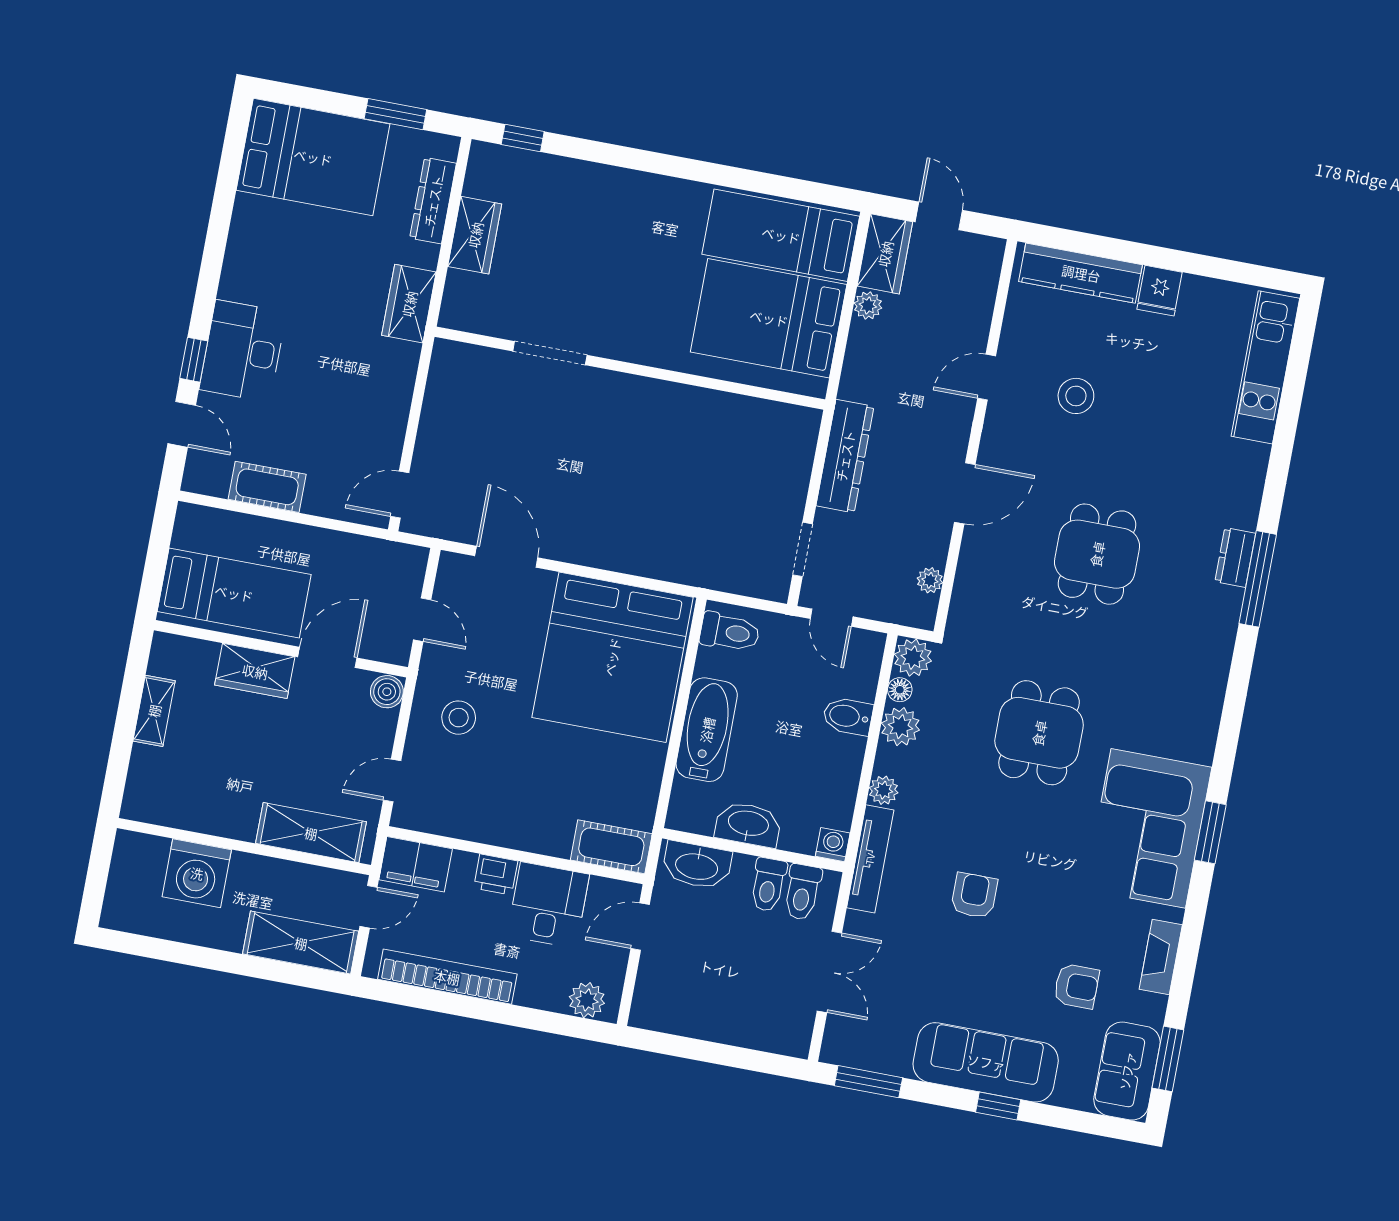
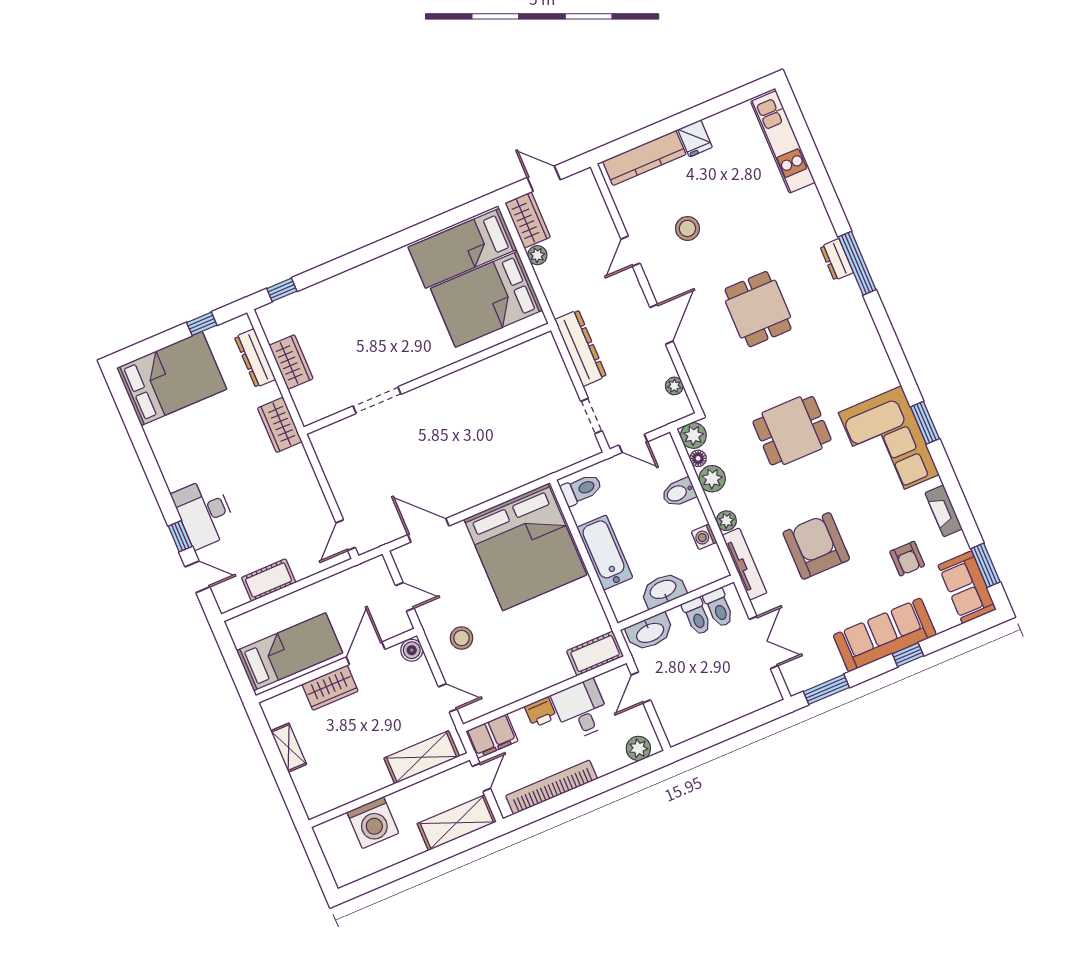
window: (395, 114) -> (202, 324), width x0.67
dining table: (1039, 733) -> (792, 431), turned 90
door: (392, 780) -> (448, 698), swing flipped
washing machine: (833, 845) -> (704, 537), moved, turned -90
armchair: (974, 896) -> (816, 546), width x1.88, depth x1.88
armchair: (1076, 986) -> (907, 559), turned 90

